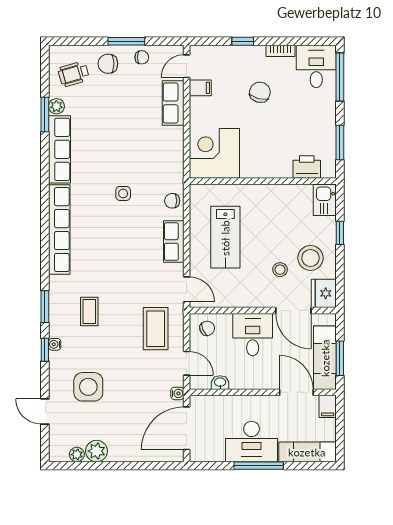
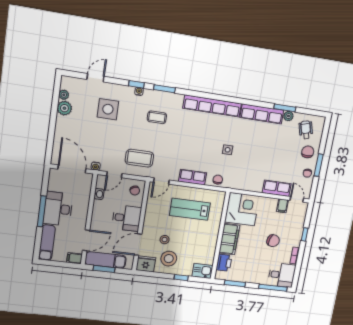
filing cabinet: (266, 165) -> (229, 239), added

